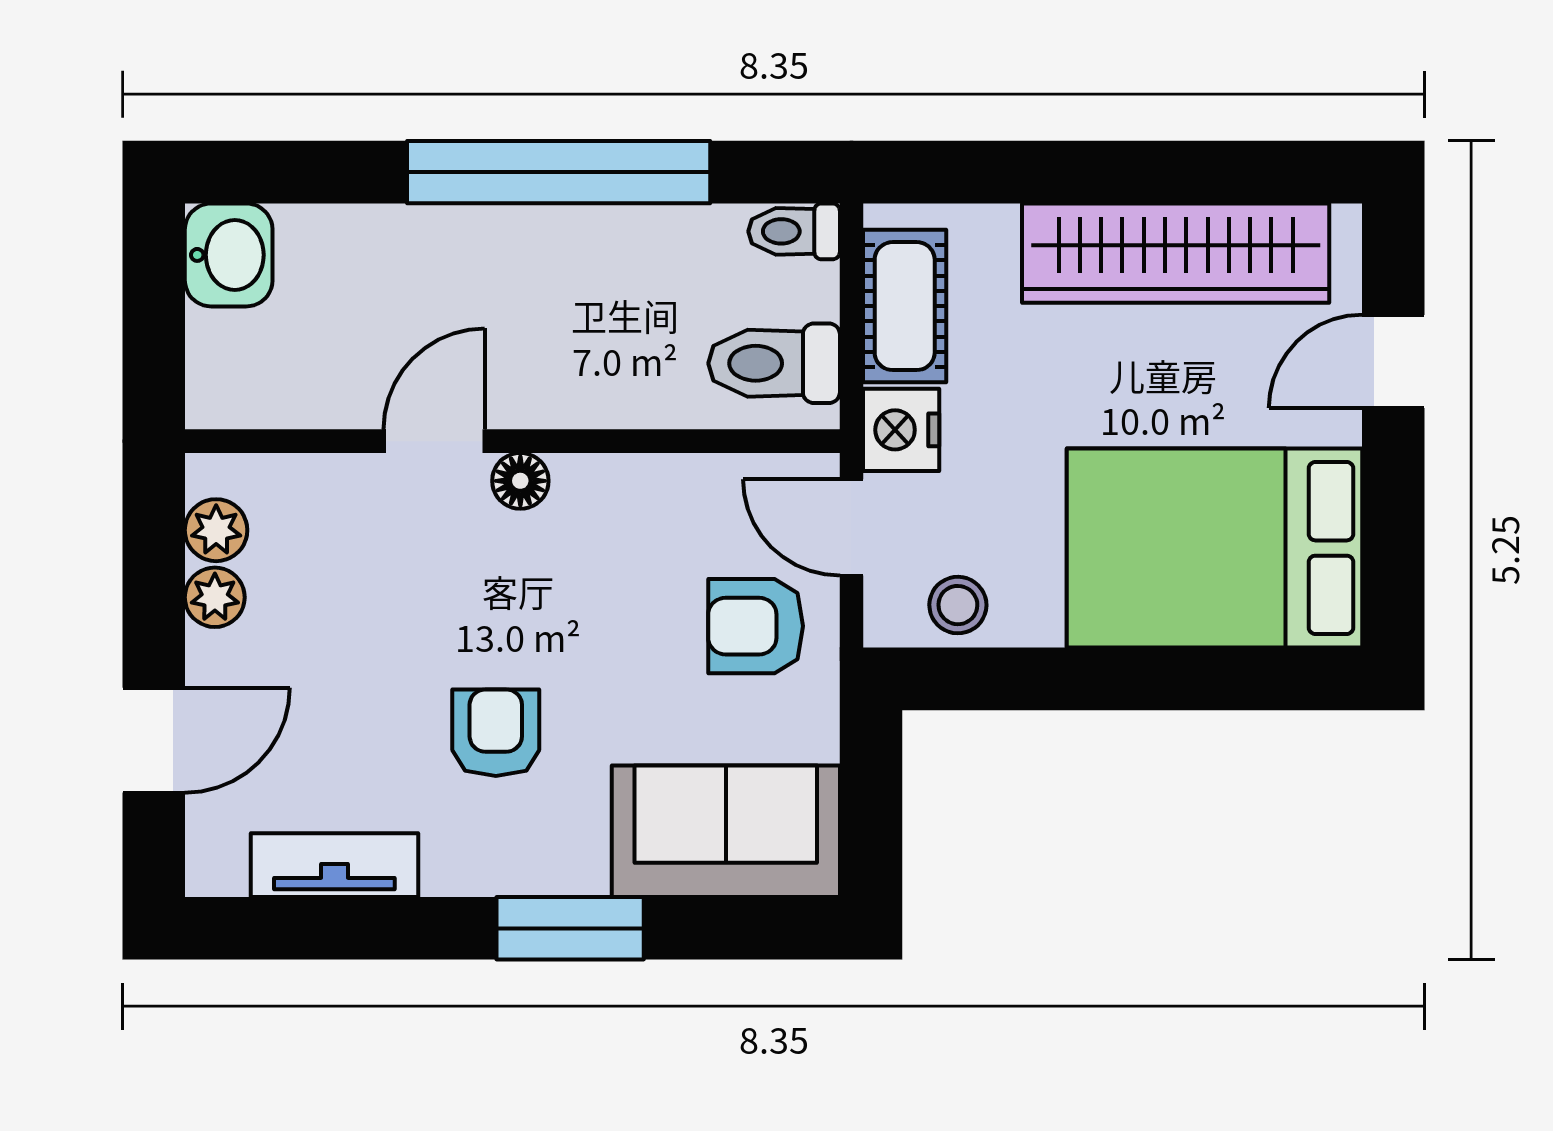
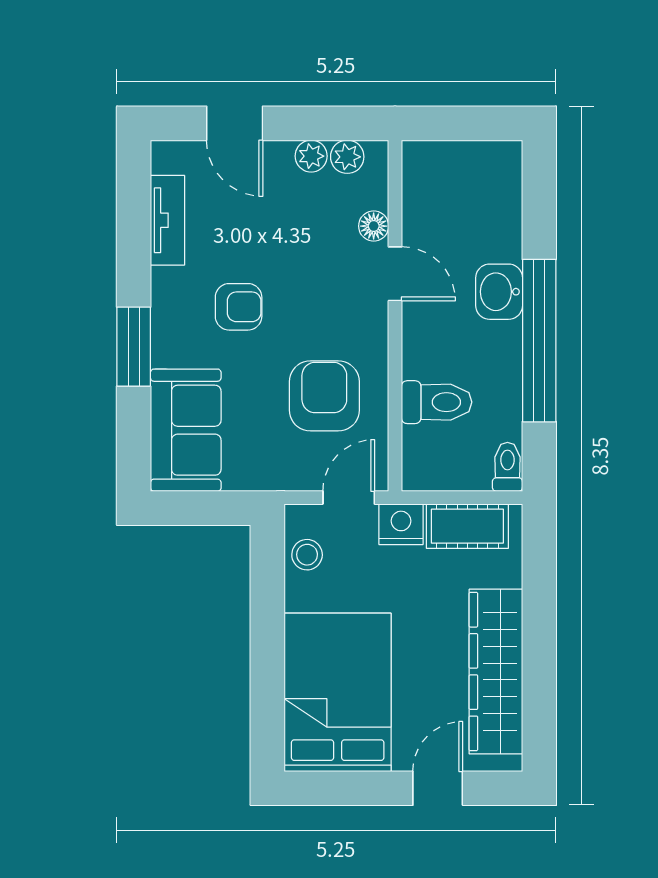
washbasin: (229, 255) -> (499, 292), moved, turned 90
door: (1393, 361) -> (438, 788), hinge flipped
toilet: (774, 363) -> (437, 402), moved, turned 90
floor lamp: (520, 481) -> (374, 226), moved
armchair: (756, 626) -> (324, 396), moved, width x1.38, depth x1.38

